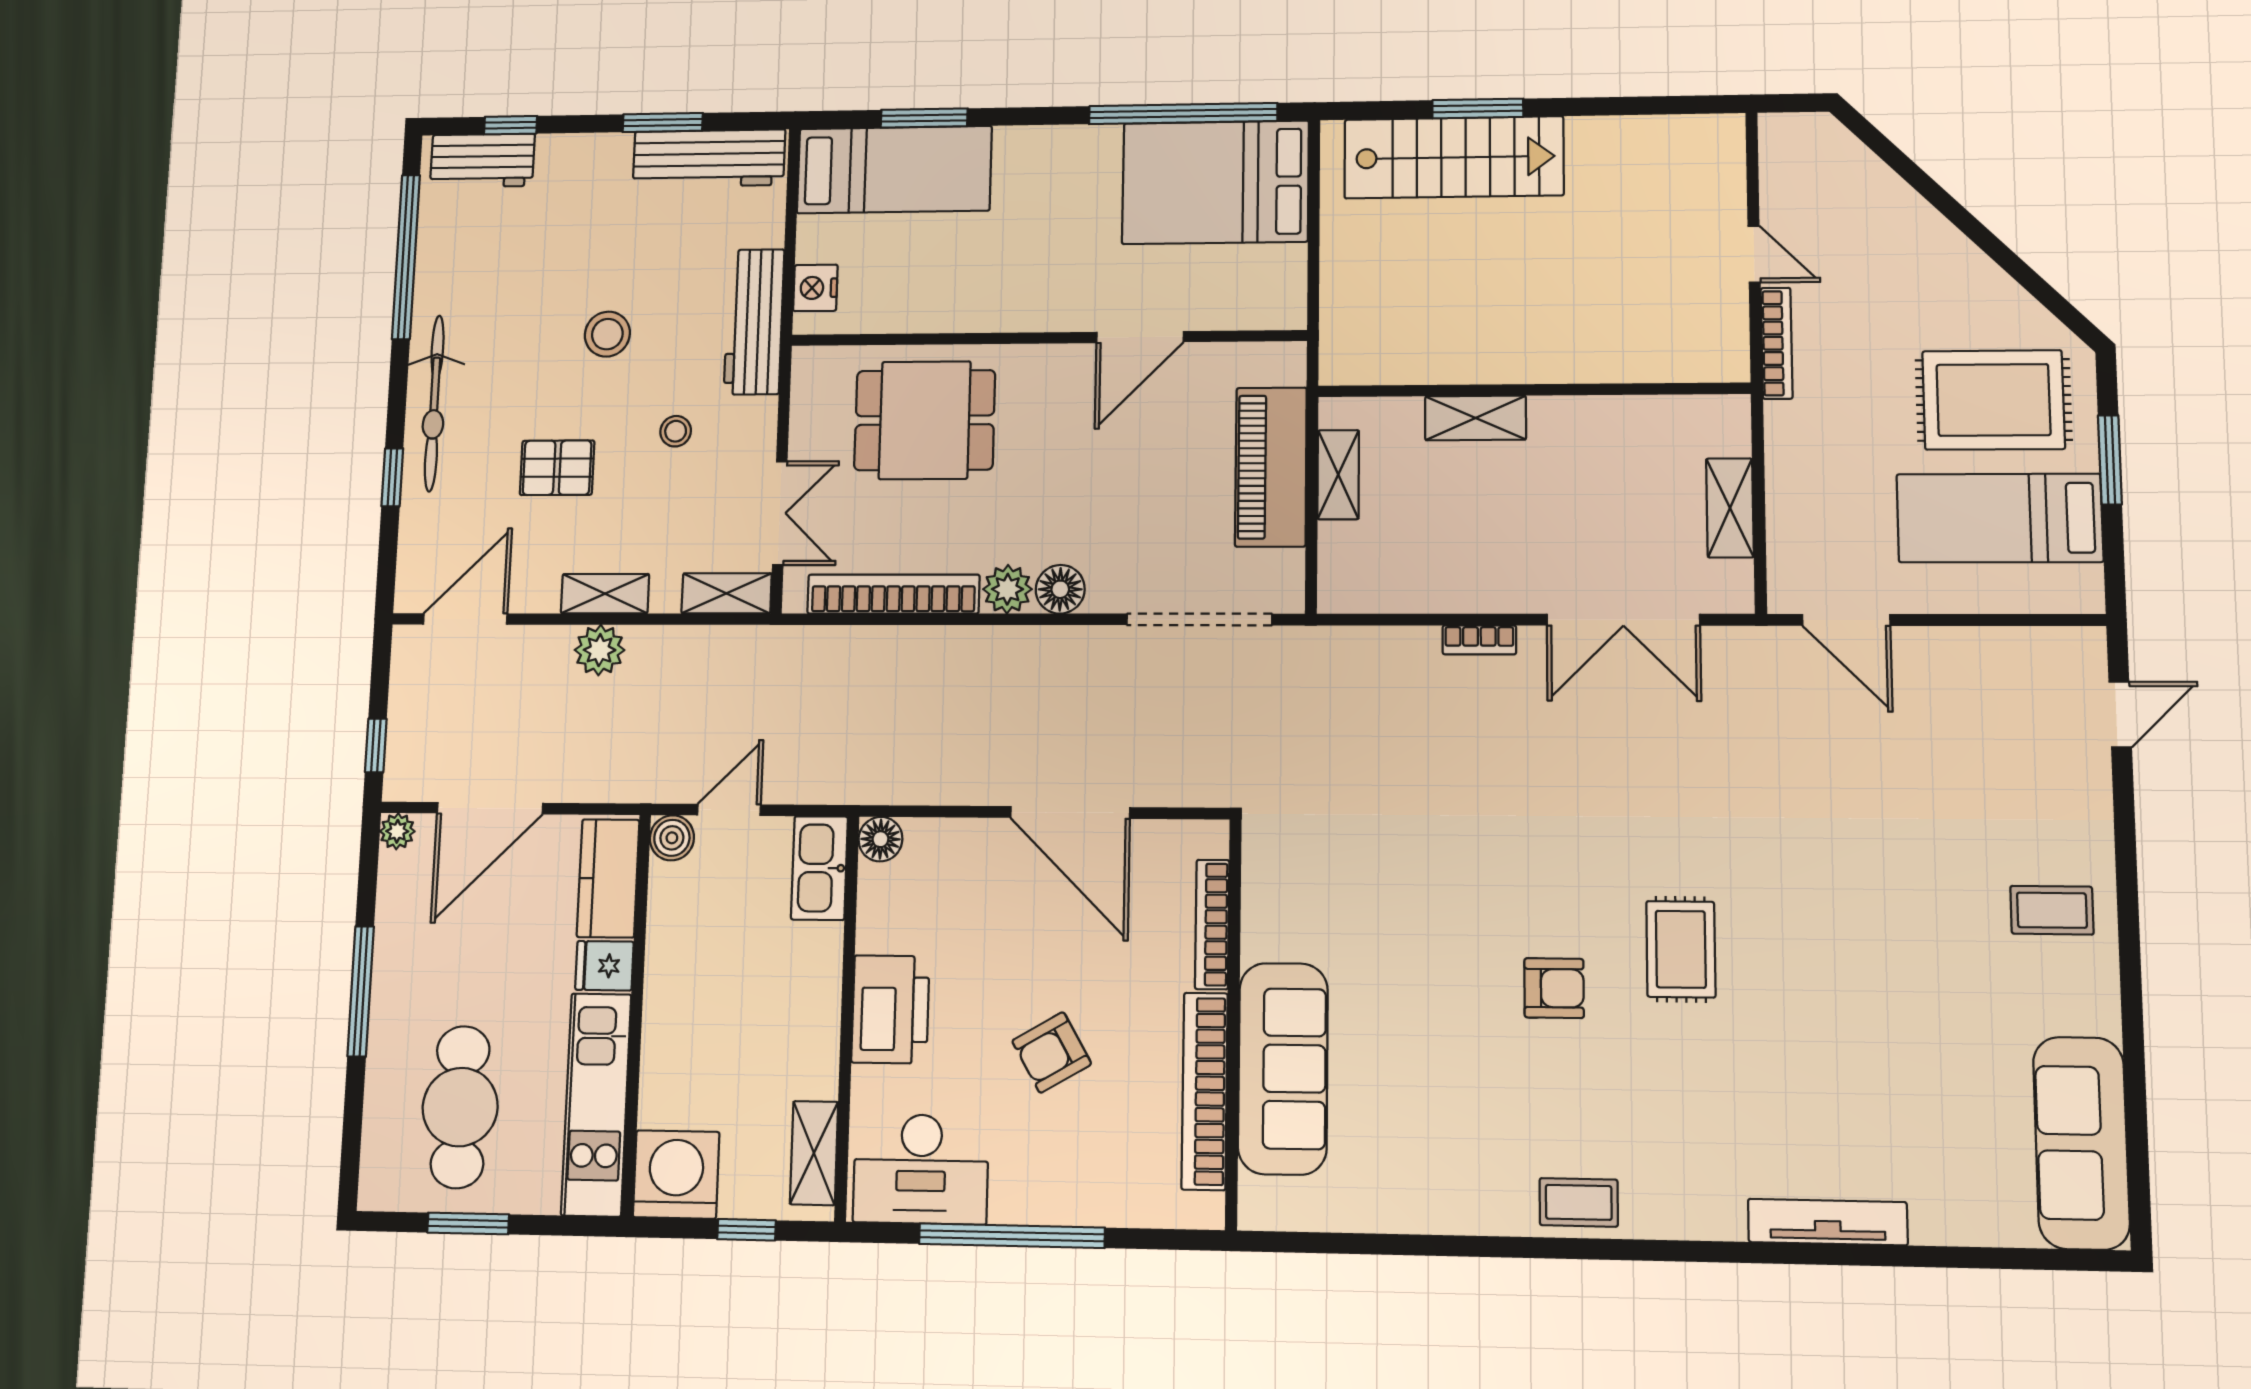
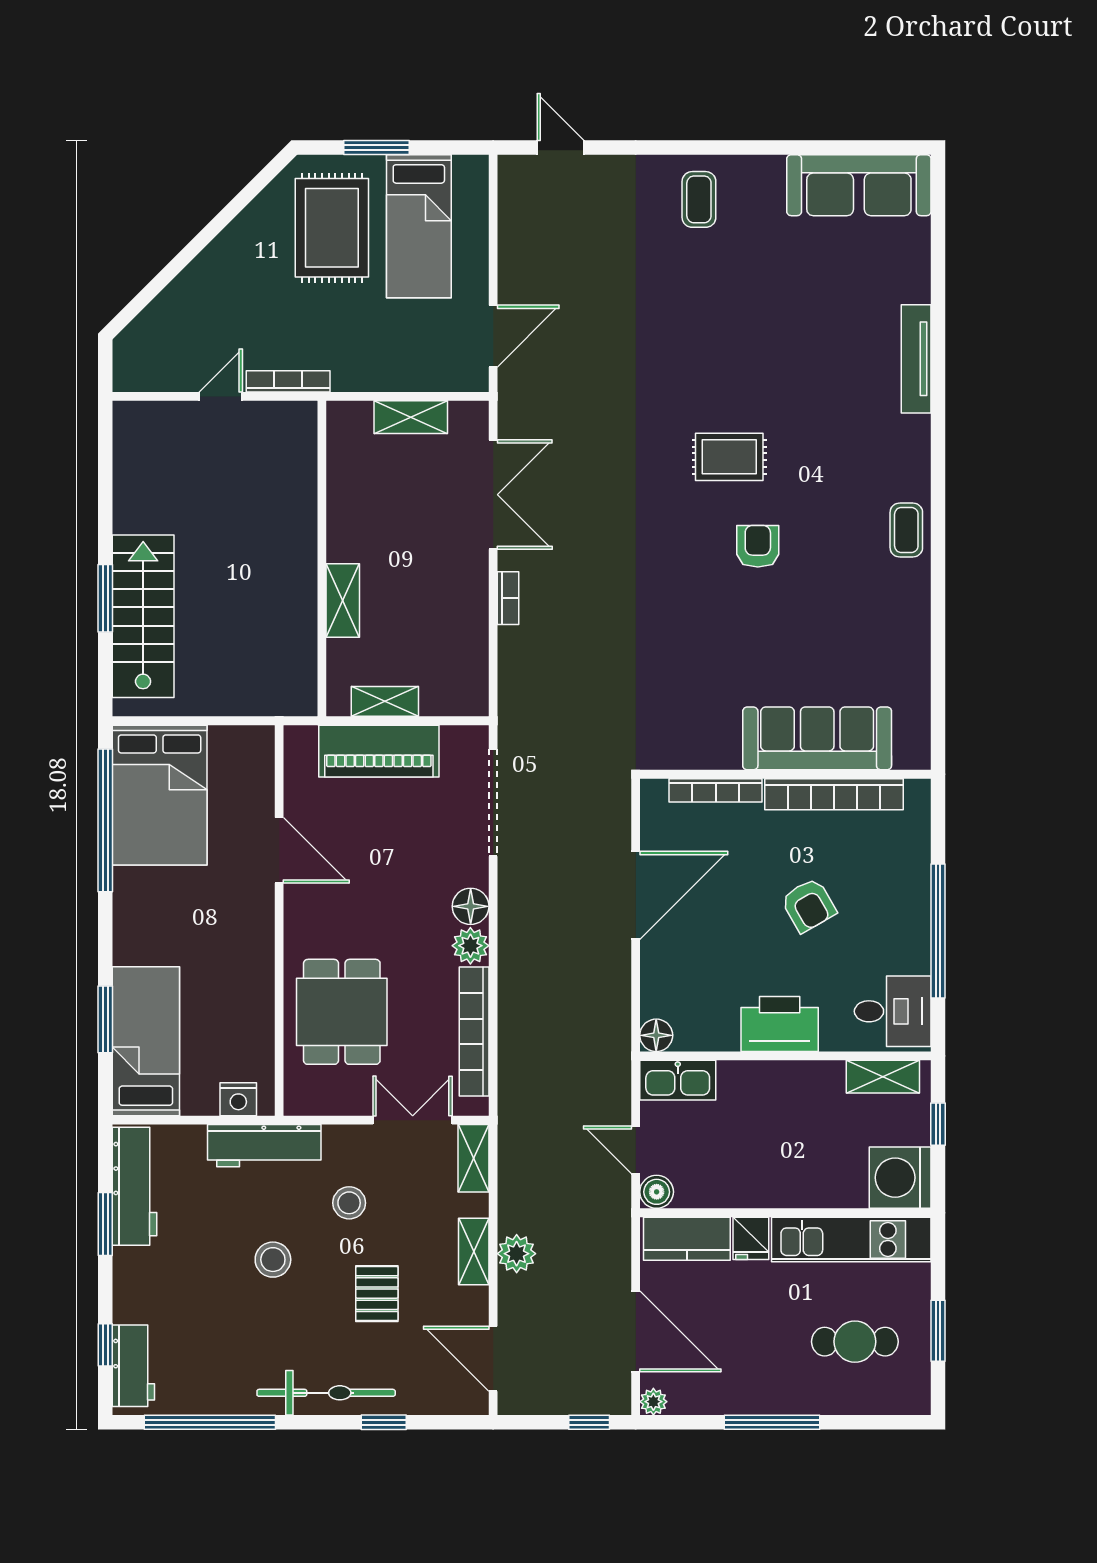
stool: (676, 431) -> (349, 1203), width x1.37, depth x1.37
cafe table: (460, 1107) -> (855, 1342), width x0.73, depth x0.74
desk: (921, 1169) -> (893, 1011), width x0.73

